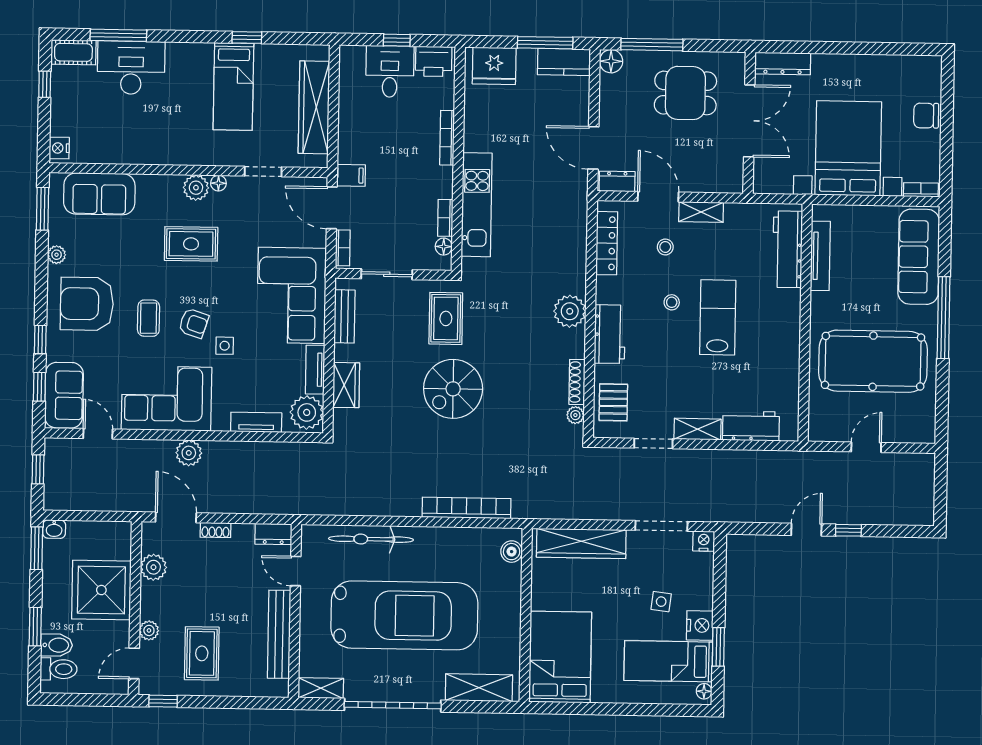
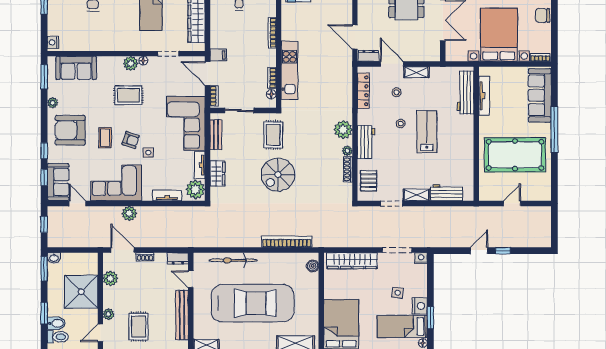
plant: (575, 415) -> (347, 151), moved

